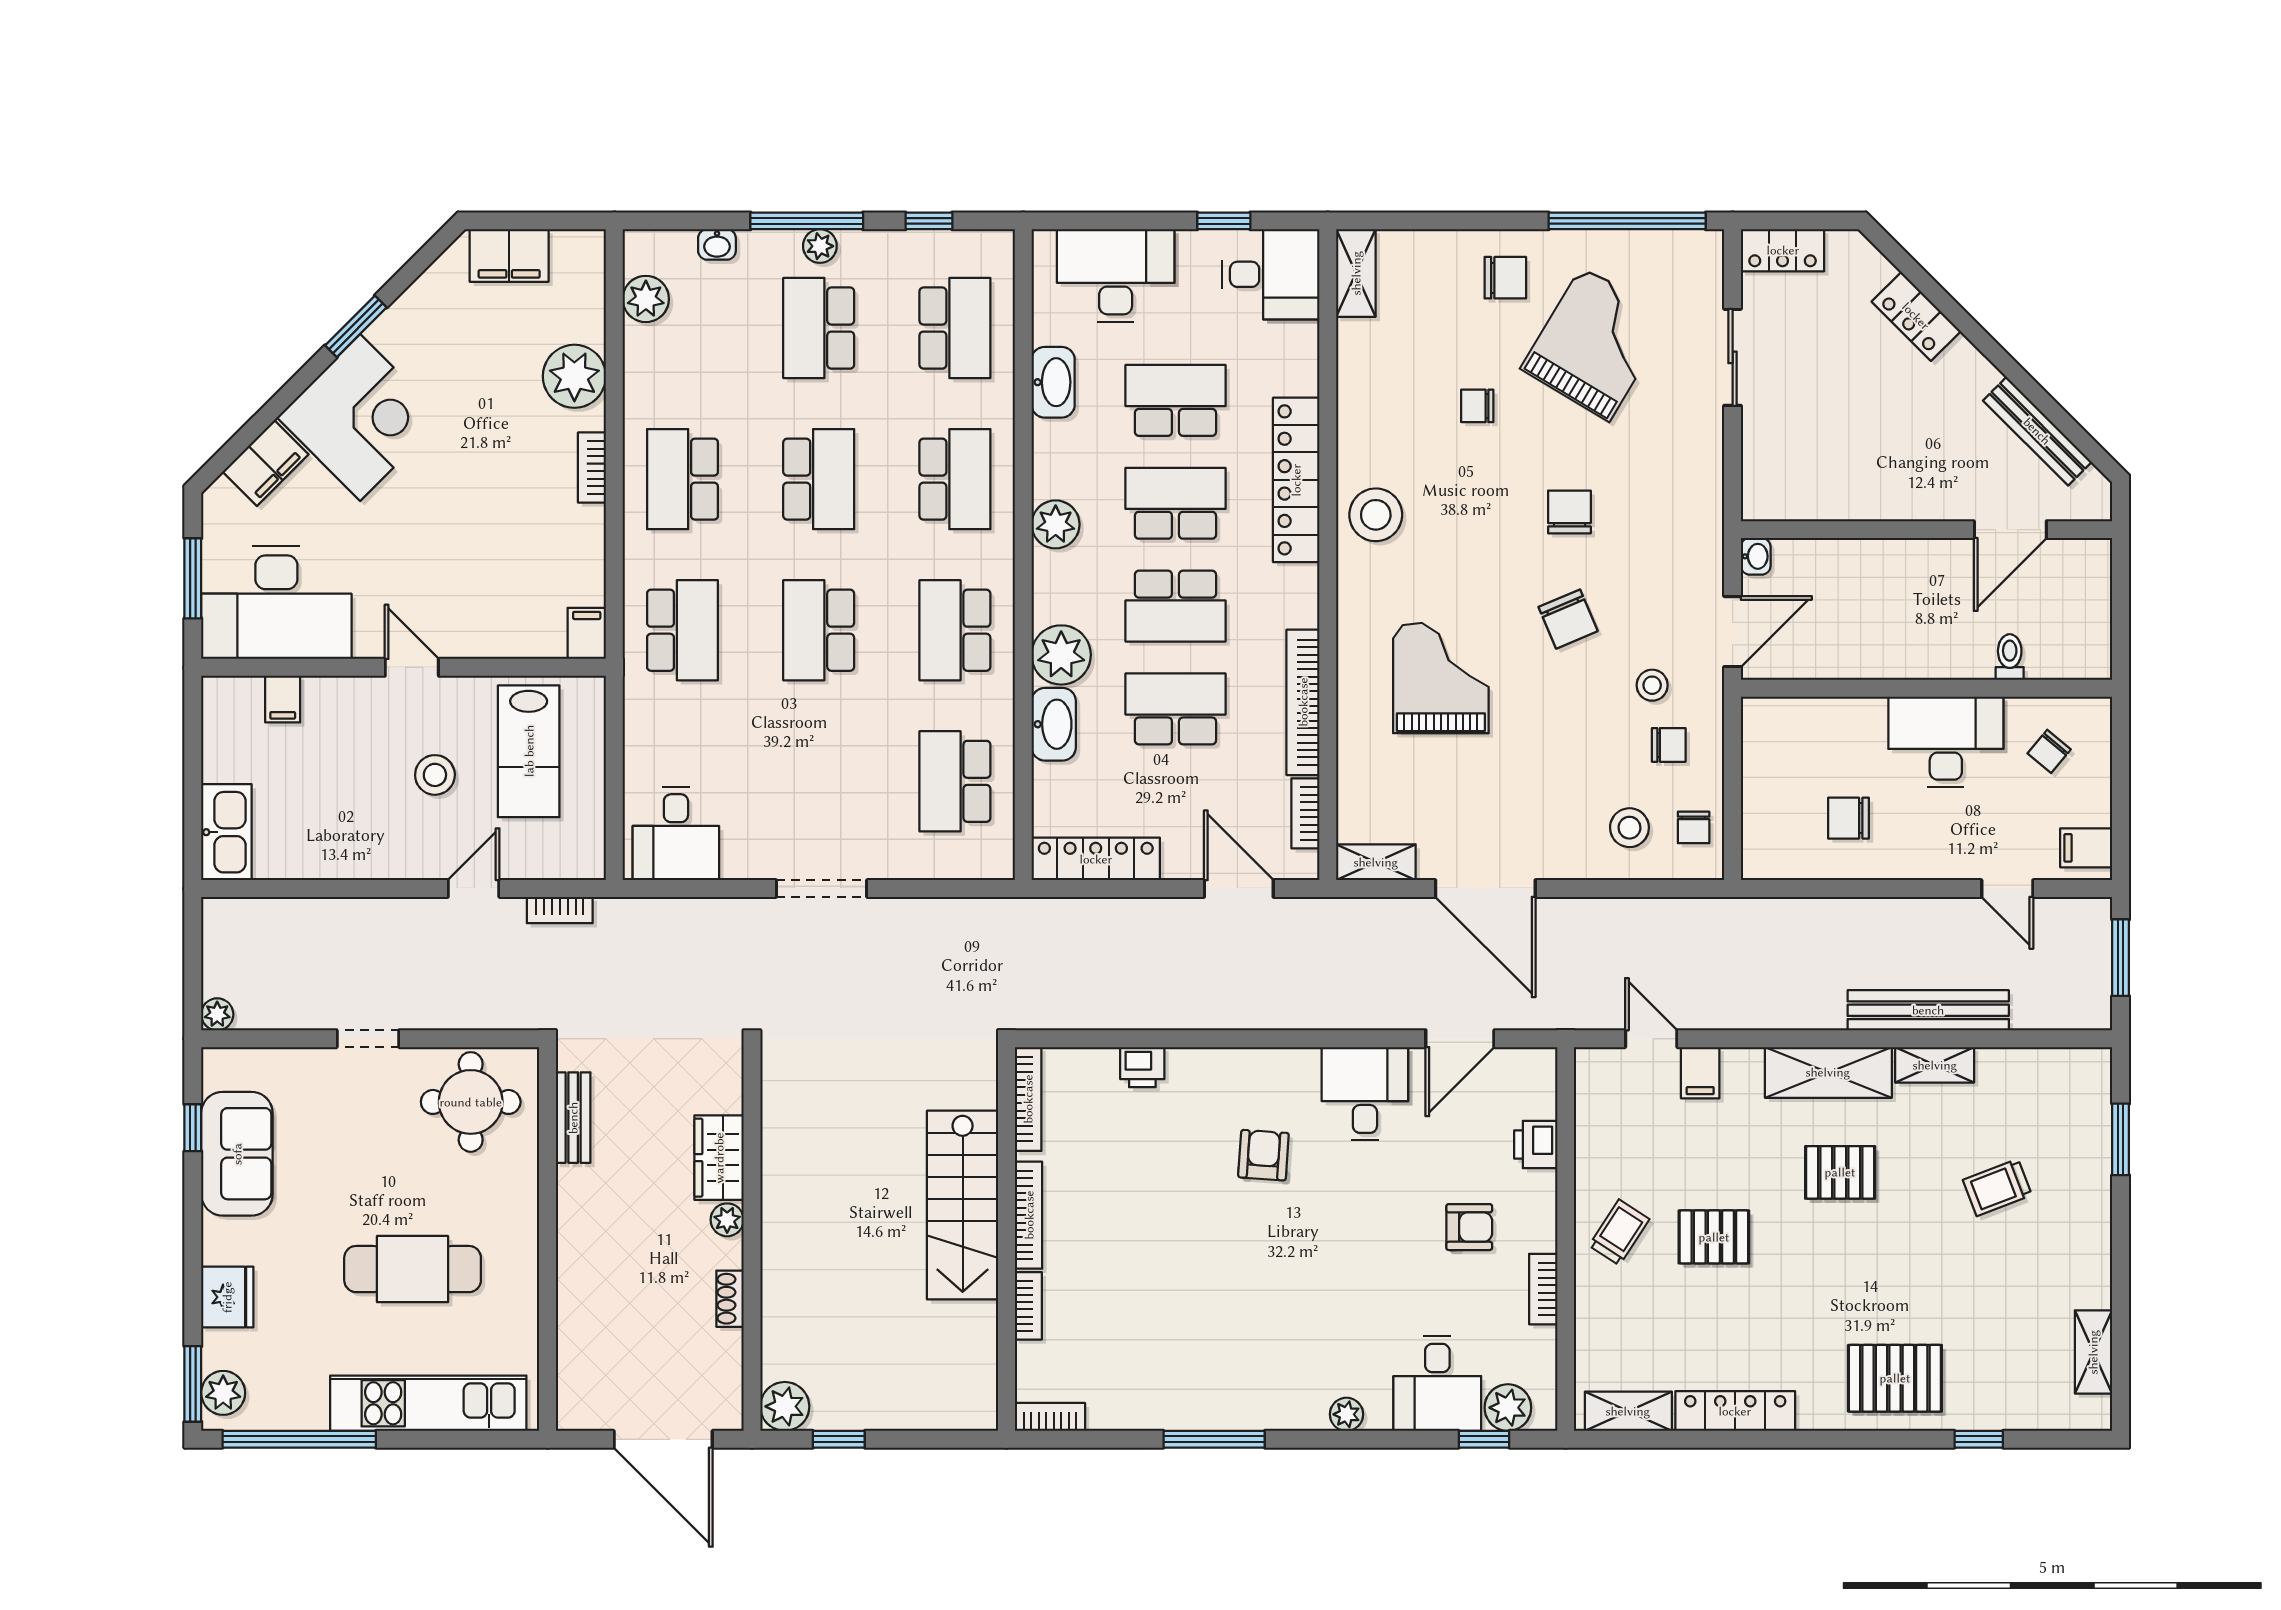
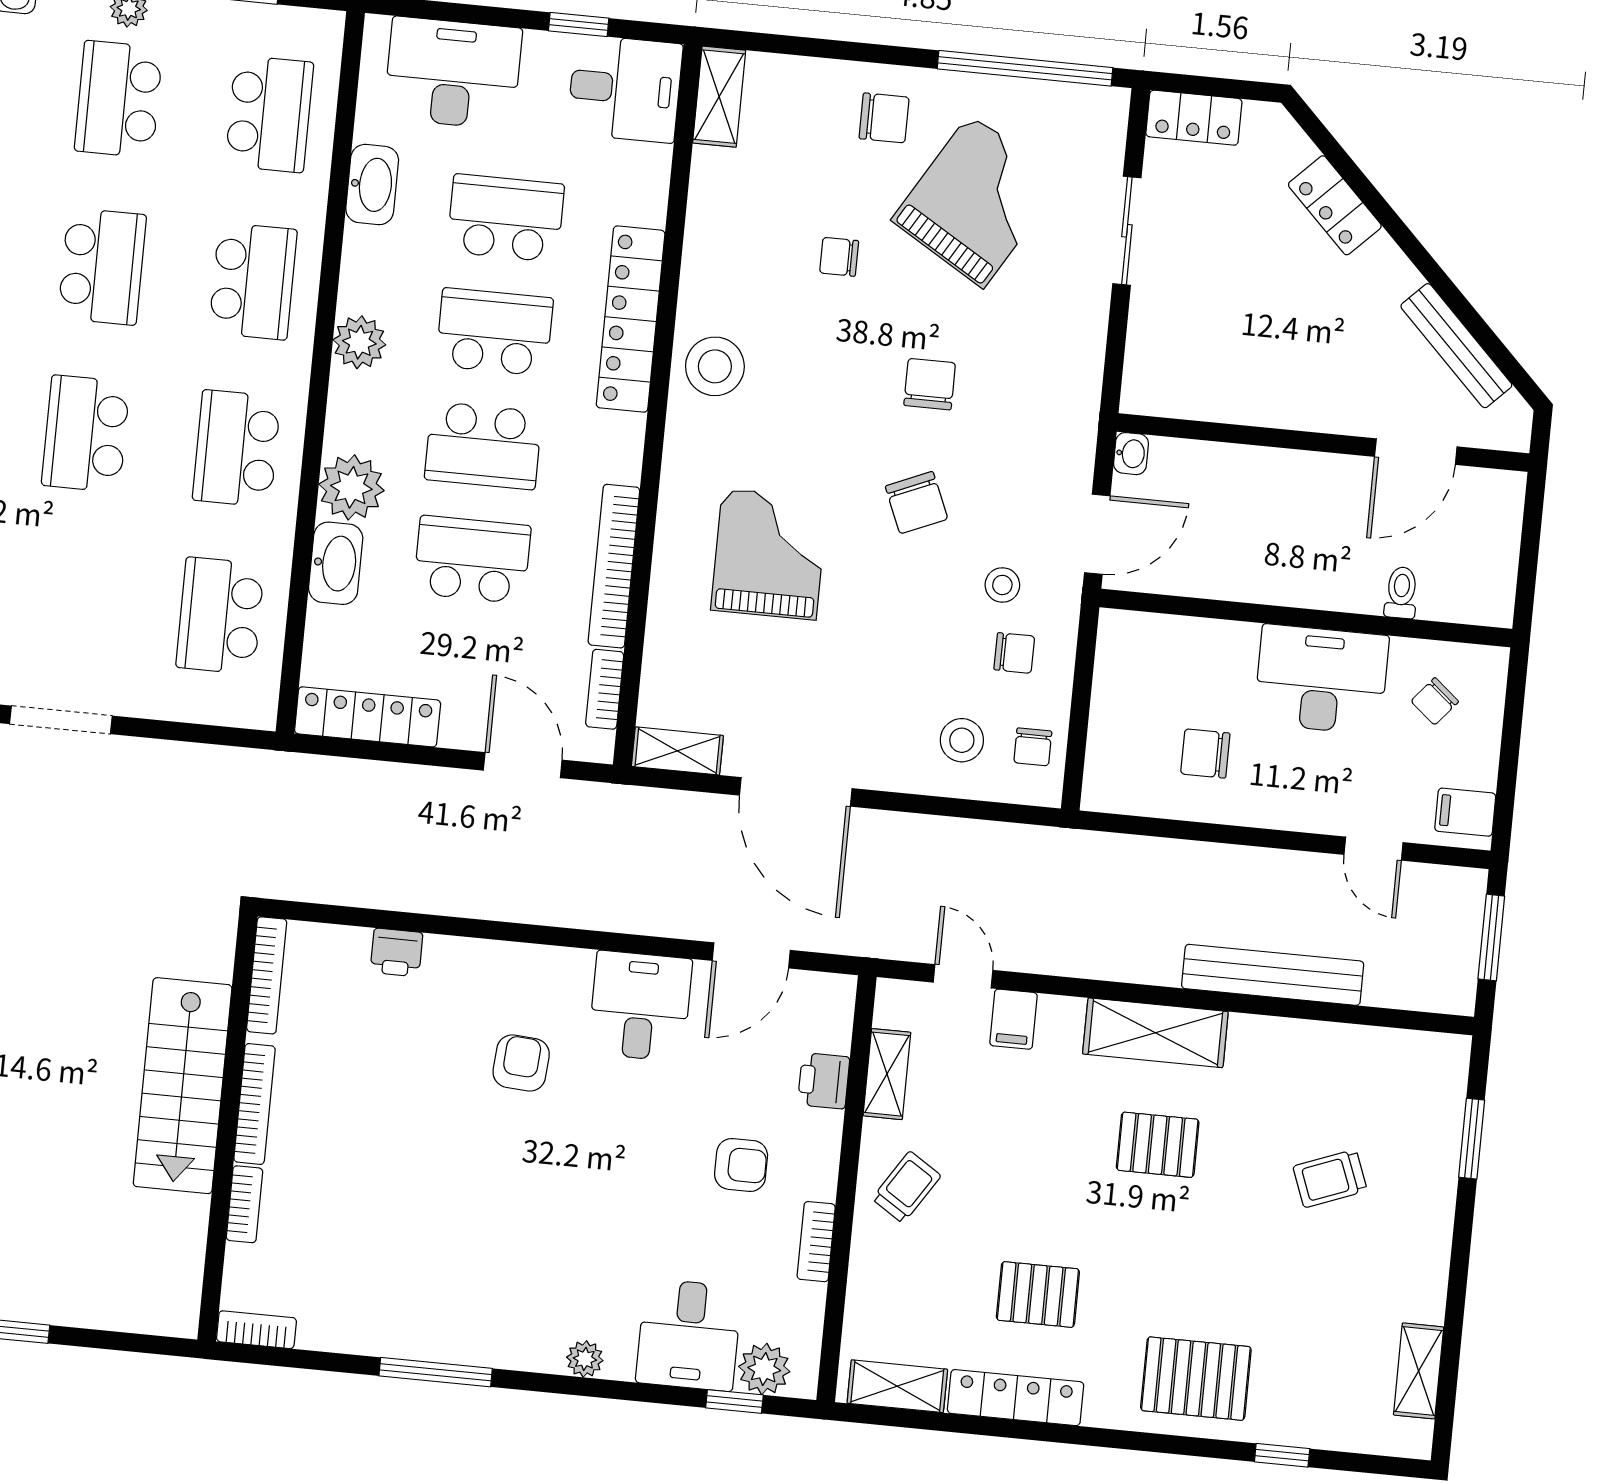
shelving: (1935, 1065) -> (887, 1074), moved, turned 90
pallet: (1714, 1237) -> (1038, 1294), moved

